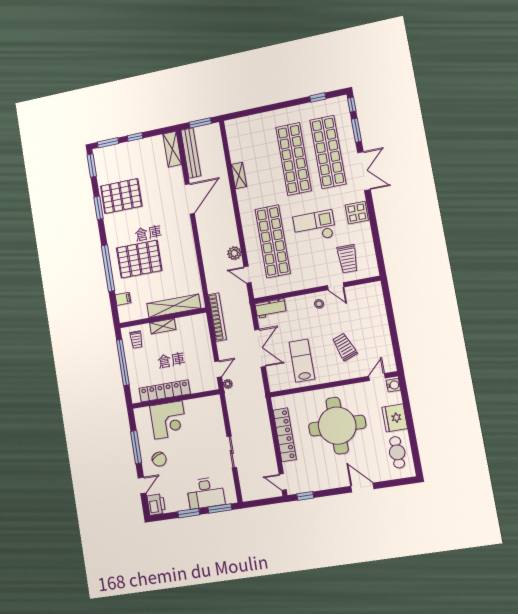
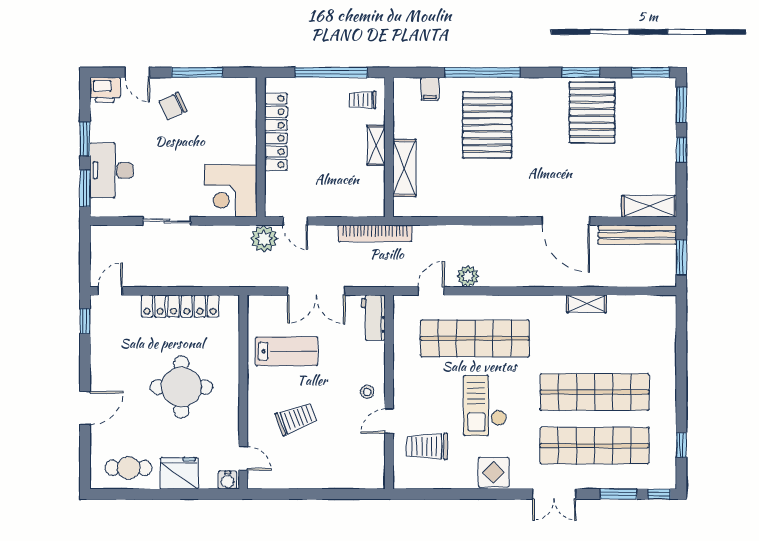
double door: (364, 171) -> (554, 494), width x0.73
checkout: (315, 227) -> (485, 406), turned 180
shelving: (174, 306) -> (404, 168), width x0.68
plant: (228, 384) -> (264, 239), width x1.88, depth x1.88
corner desk: (168, 420) -> (231, 191), moved
round table: (337, 426) -> (181, 387), width x0.73, depth x0.73

